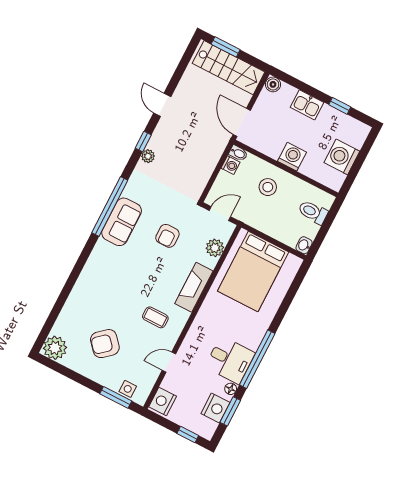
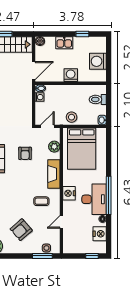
door: (242, 122) -> (34, 71), swing flipped
stool: (268, 187) -> (72, 117), moved
desk: (230, 360) -> (94, 199), width x1.37
nightstand: (163, 401) -> (69, 193), moved
window: (230, 411) -> (109, 231), removed

